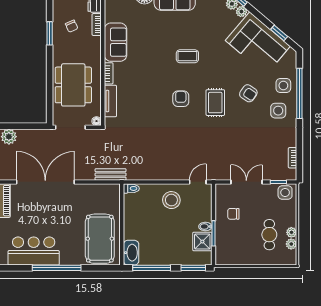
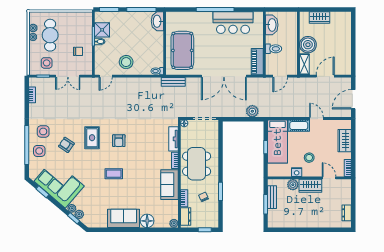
dining table: (73, 85) -> (197, 164), moved
side table: (285, 193) -> (47, 63), moved
cafe table: (269, 235) -> (50, 35), width x1.37, depth x1.35
pool table: (100, 239) -> (182, 50), moved

